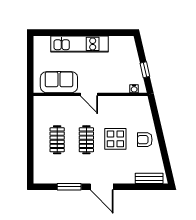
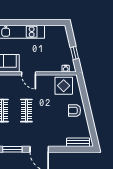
display table: (115, 139) -> (64, 86), moved

